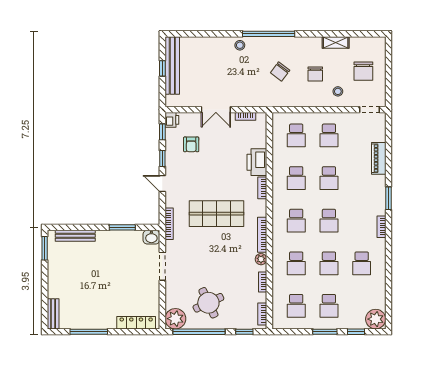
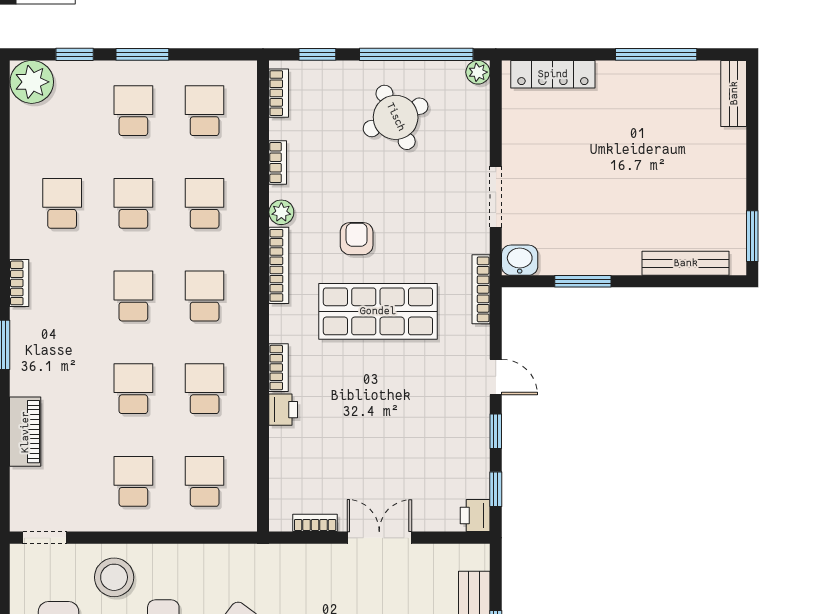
stool: (338, 91) -> (114, 577), width x1.89, depth x1.89
armchair: (191, 144) -> (357, 239), moved
printer: (257, 162) -> (283, 410), width x0.53, depth x0.68
plant: (175, 319) -> (478, 72), width x0.53, depth x0.53

